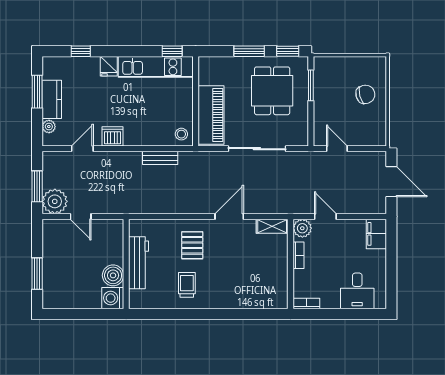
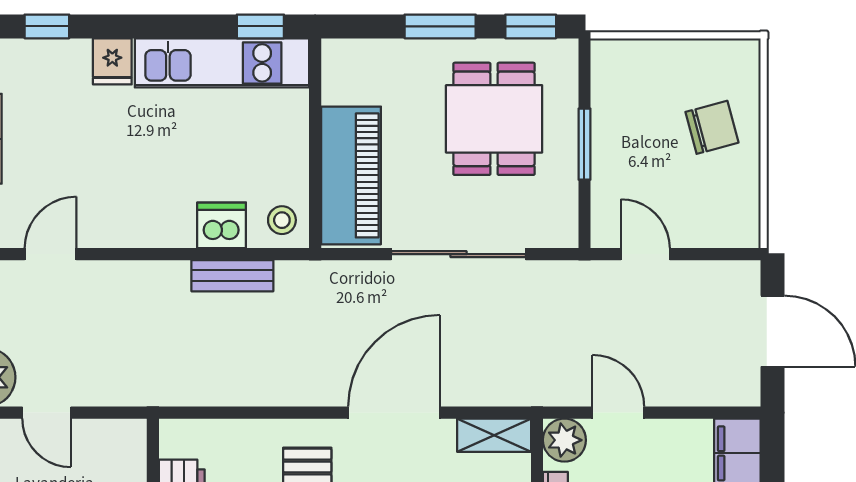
window: (311, 85) -> (584, 144), moved
dishwasher: (113, 136) -> (222, 225), moved
door: (229, 216) -> (394, 413), width x1.36

